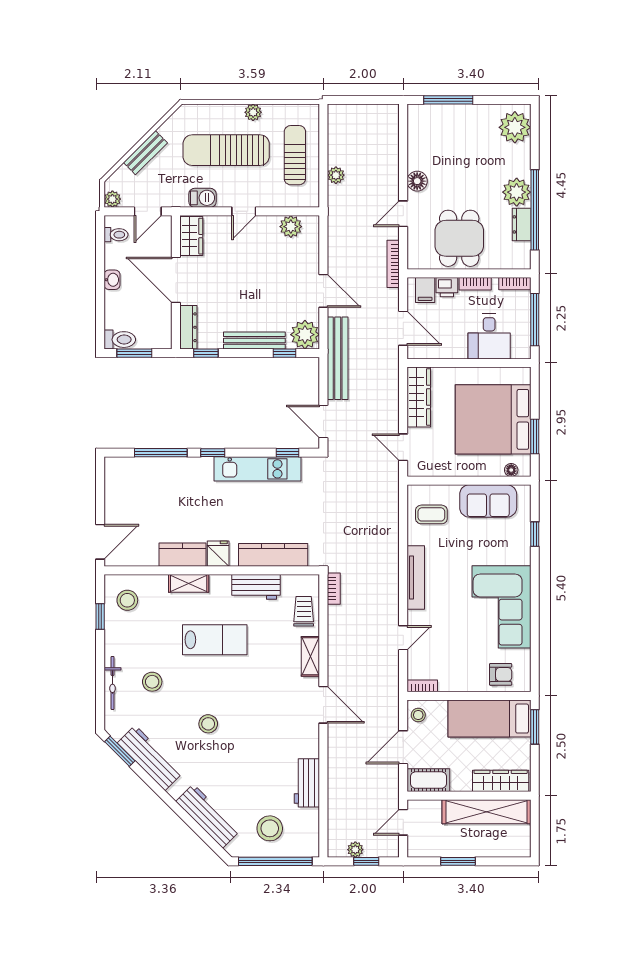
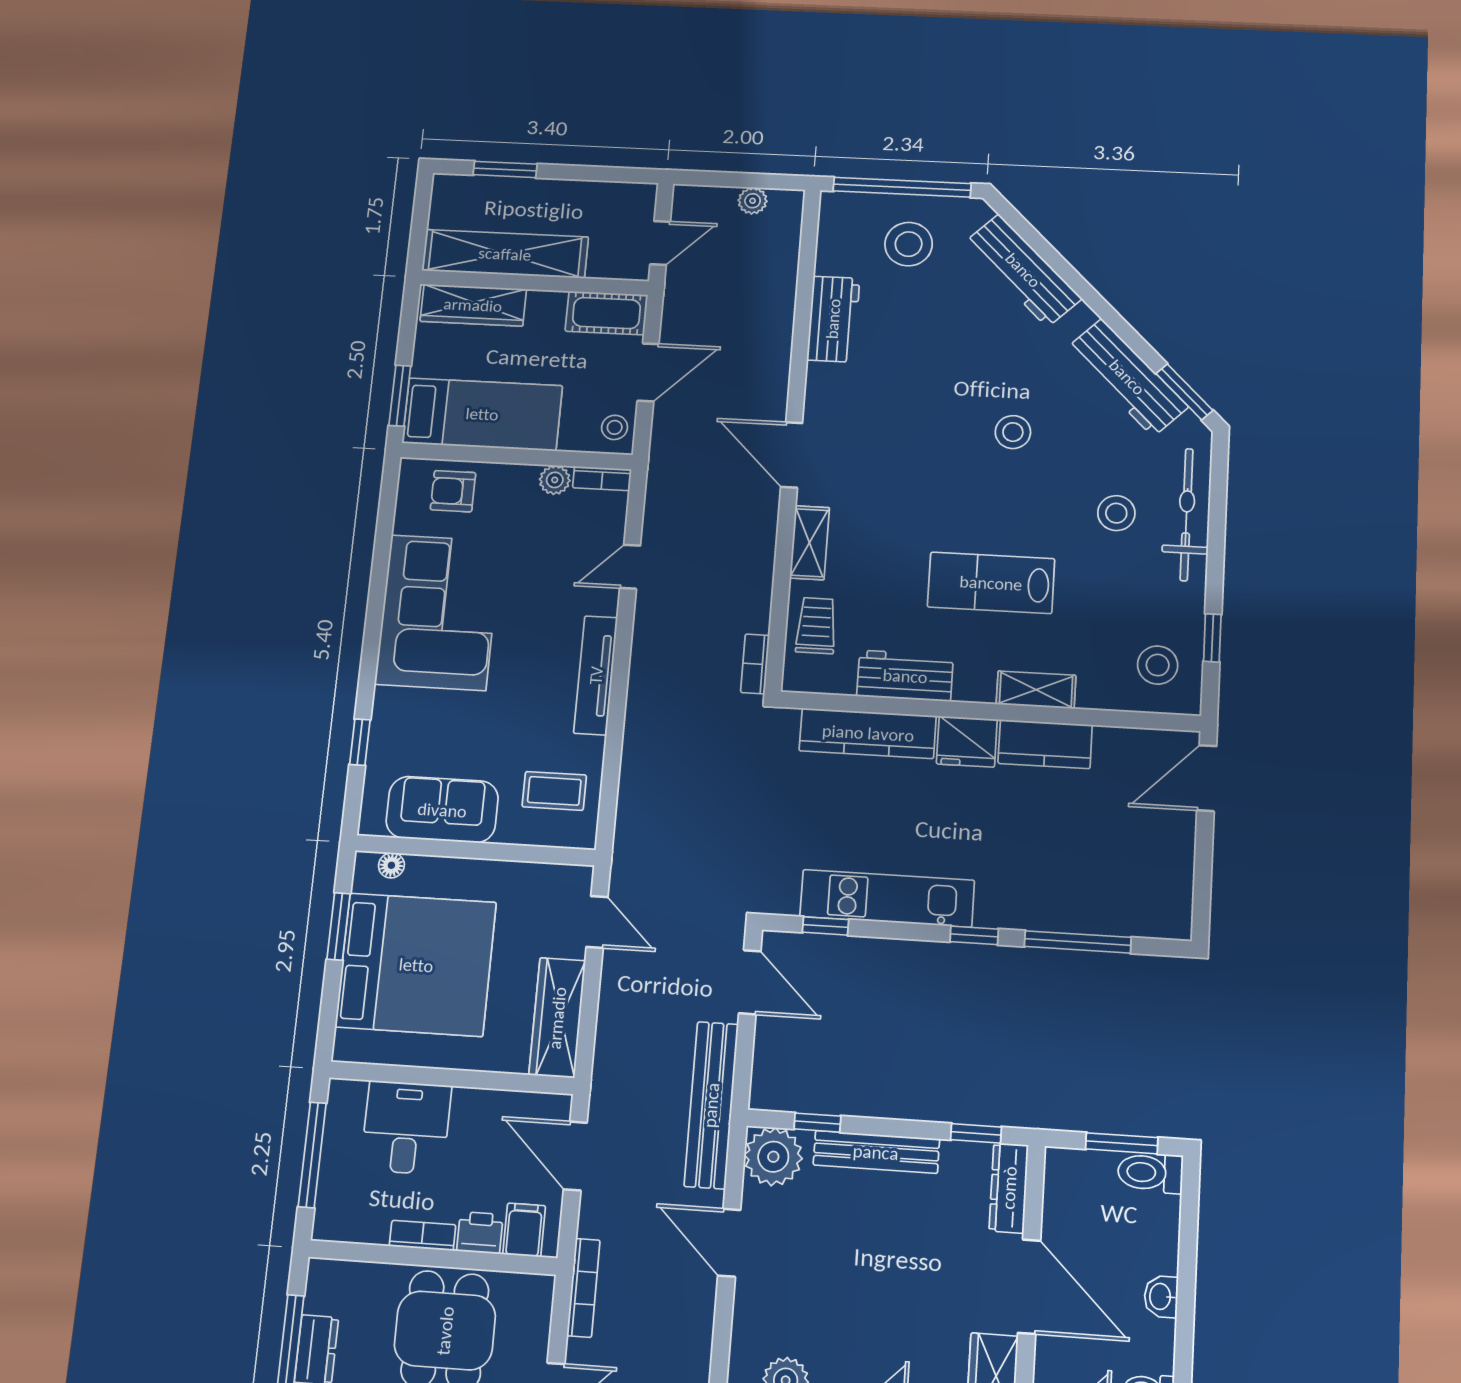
bookcase: (515, 284) -> (343, 1230), removed
fridge: (218, 554) -> (967, 742), width x1.38
trolley: (304, 611) -> (816, 626), turned 180
bicycle: (113, 683) -> (1187, 515), width x1.37, depth x1.40
plant: (447, 684) -> (555, 480), added
window: (366, 861) -> (734, 180), removed
window: (458, 861) -> (505, 169), moved

